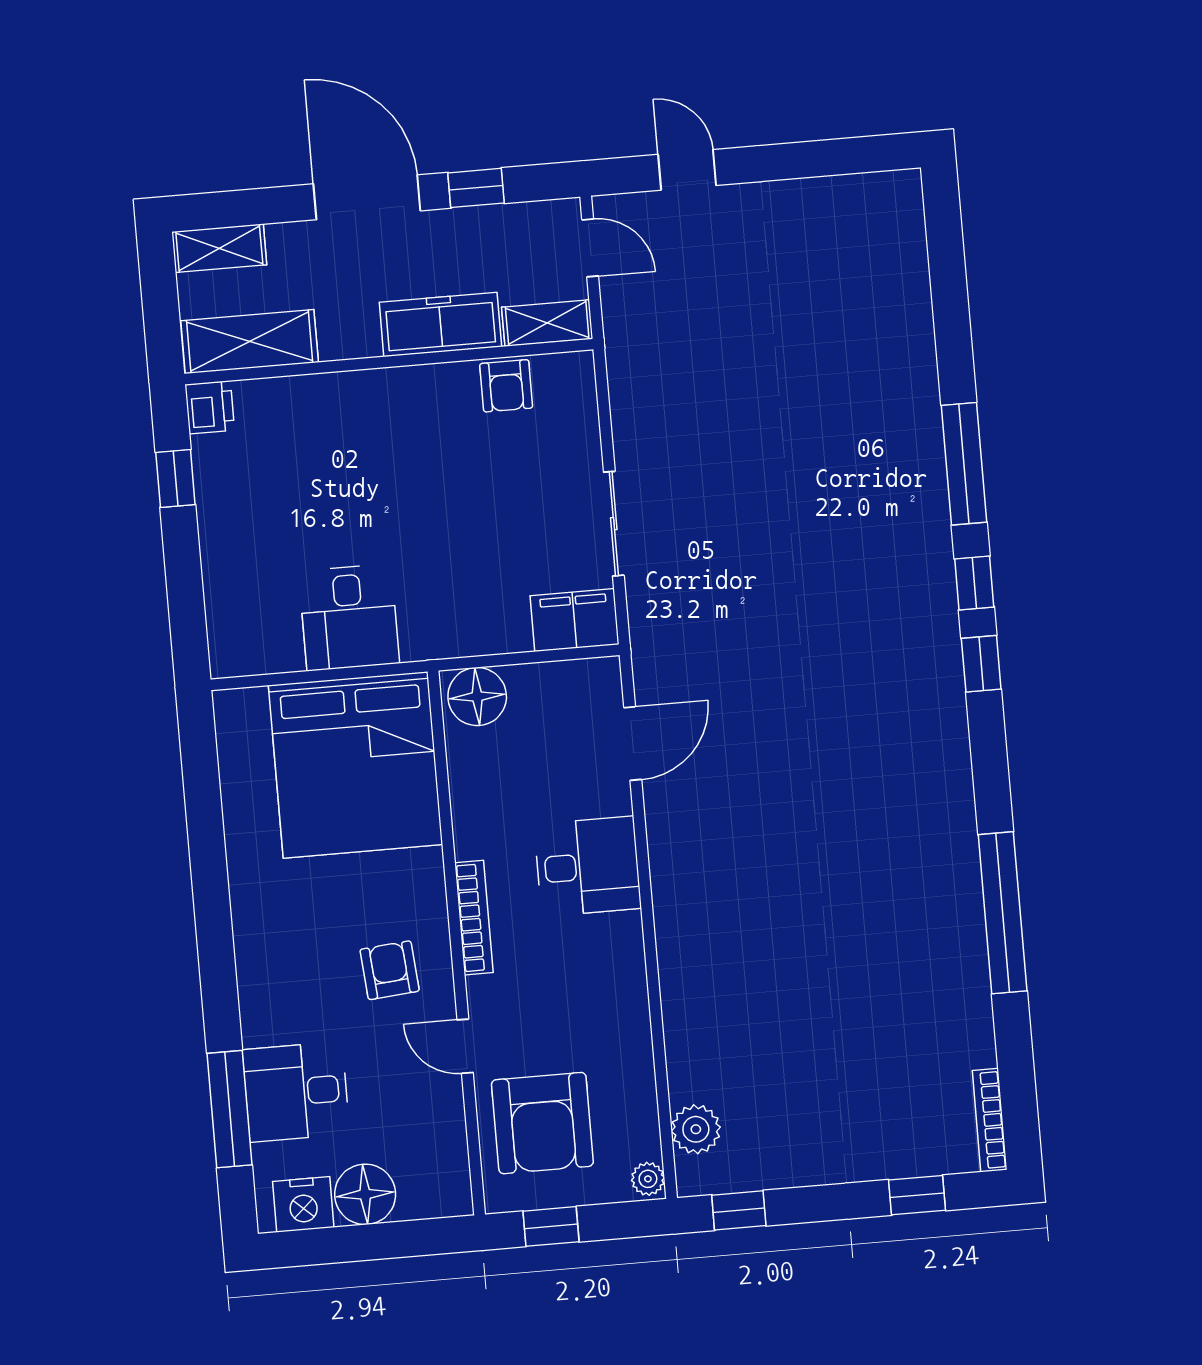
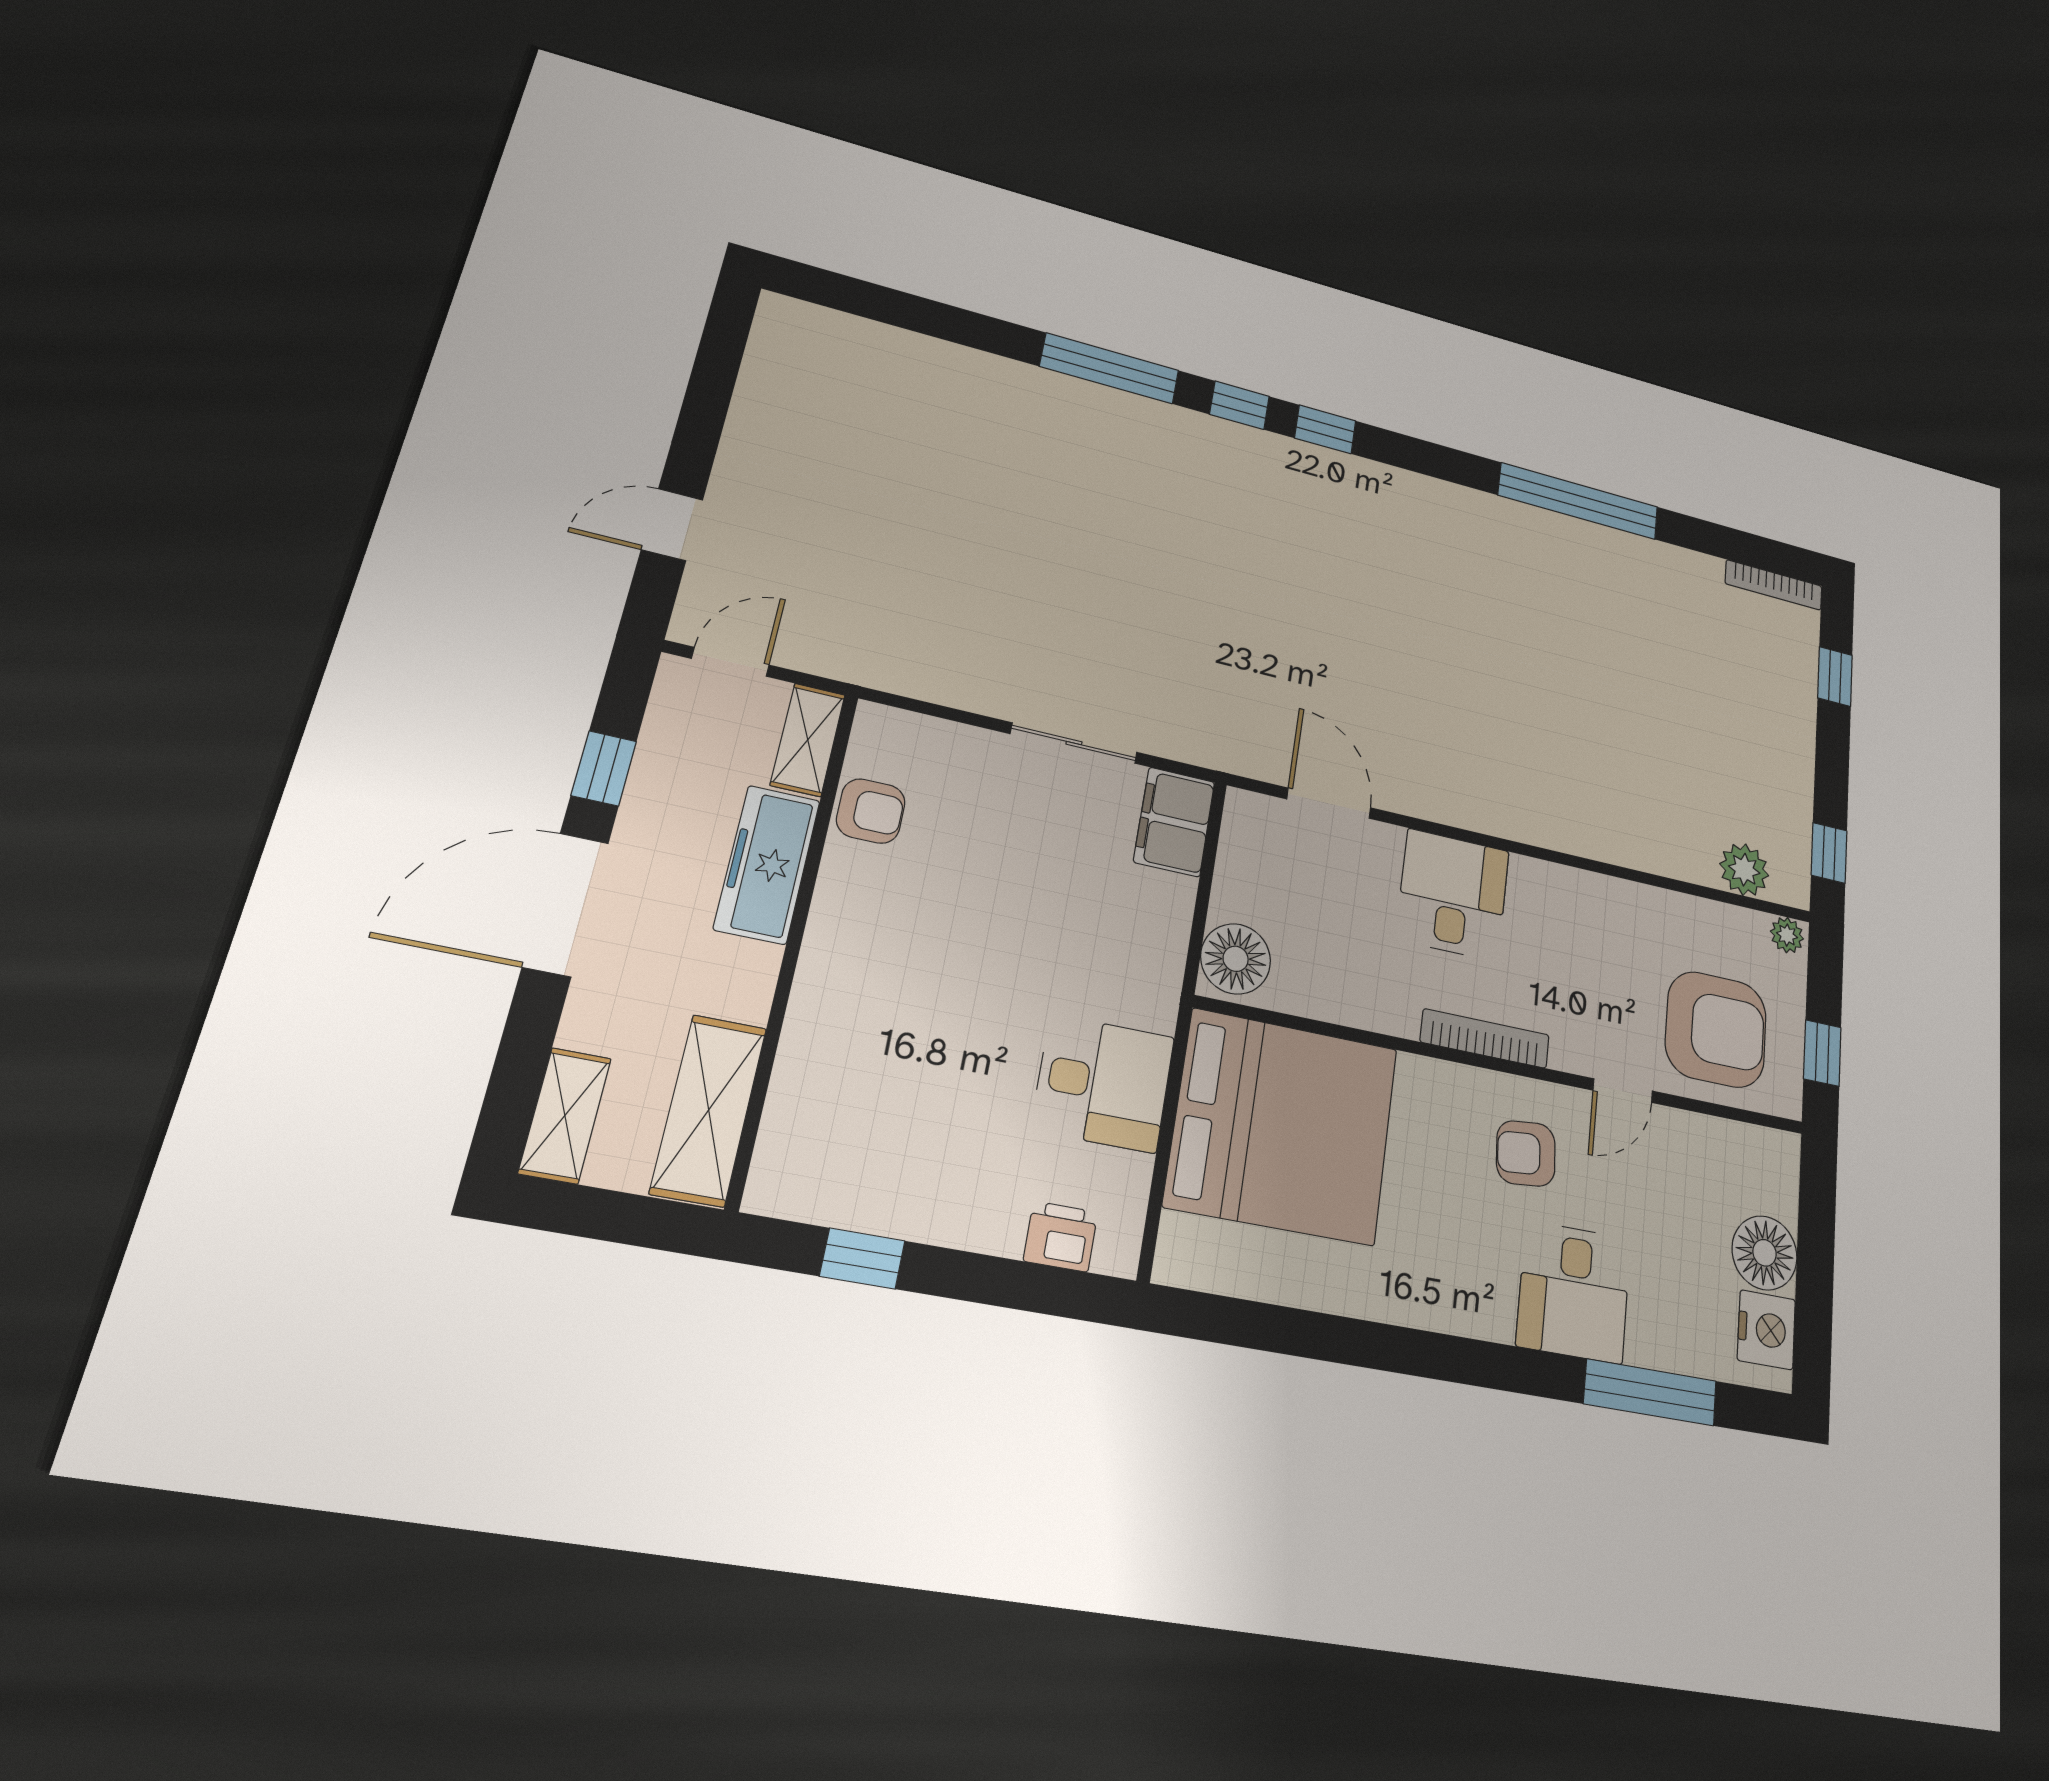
printer: (210, 407) -> (1061, 1237), moved
desk: (296, 1092) -> (1574, 1292), moved

